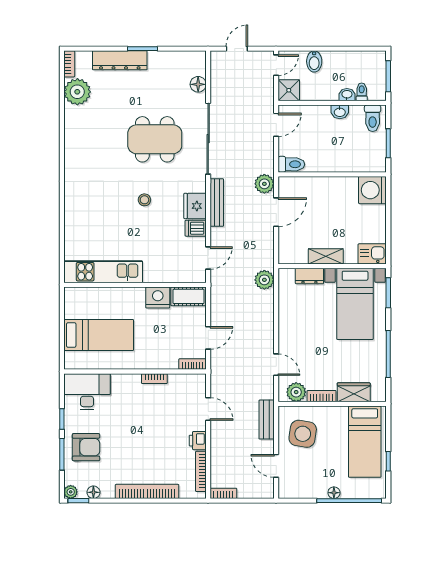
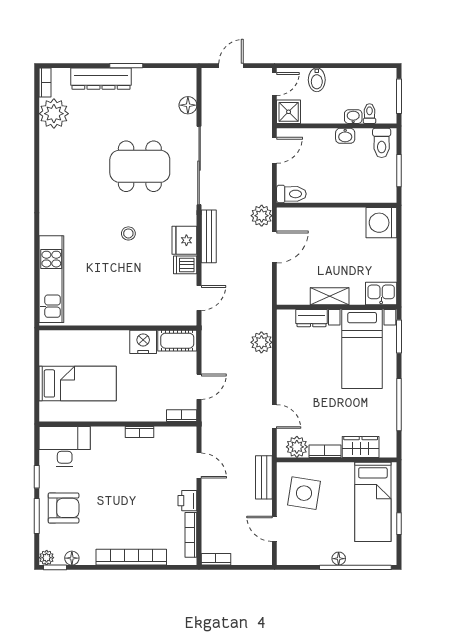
kitchen unit: (103, 272) -> (51, 279), moved, turned 90
plant: (264, 280) -> (261, 342), moved

